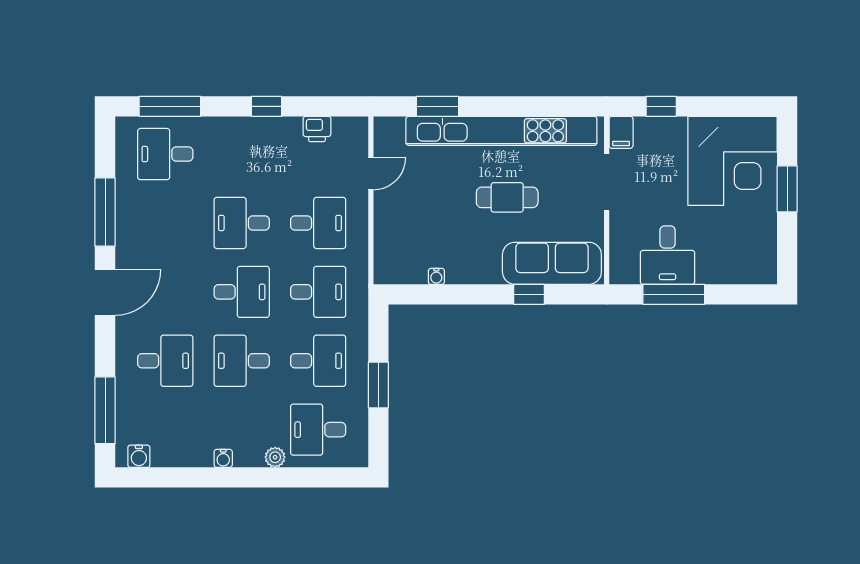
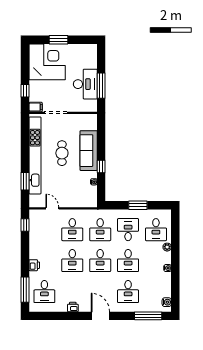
window: (266, 106) -> (25, 225), moved
printer: (317, 129) -> (34, 265), moved
window: (105, 212) -> (68, 316), removed
desk: (318, 223) -> (72, 230), turned 180
printer: (127, 224) -> (73, 307), added
desk: (668, 255) -> (85, 84), width x1.37
sofa: (552, 263) -> (89, 151), moved
desk: (242, 292) -> (100, 261), turned 180
desk: (318, 292) -> (100, 230), turned 180
window: (529, 294) -> (101, 166), moved
desk: (165, 361) -> (128, 292), turned 180

